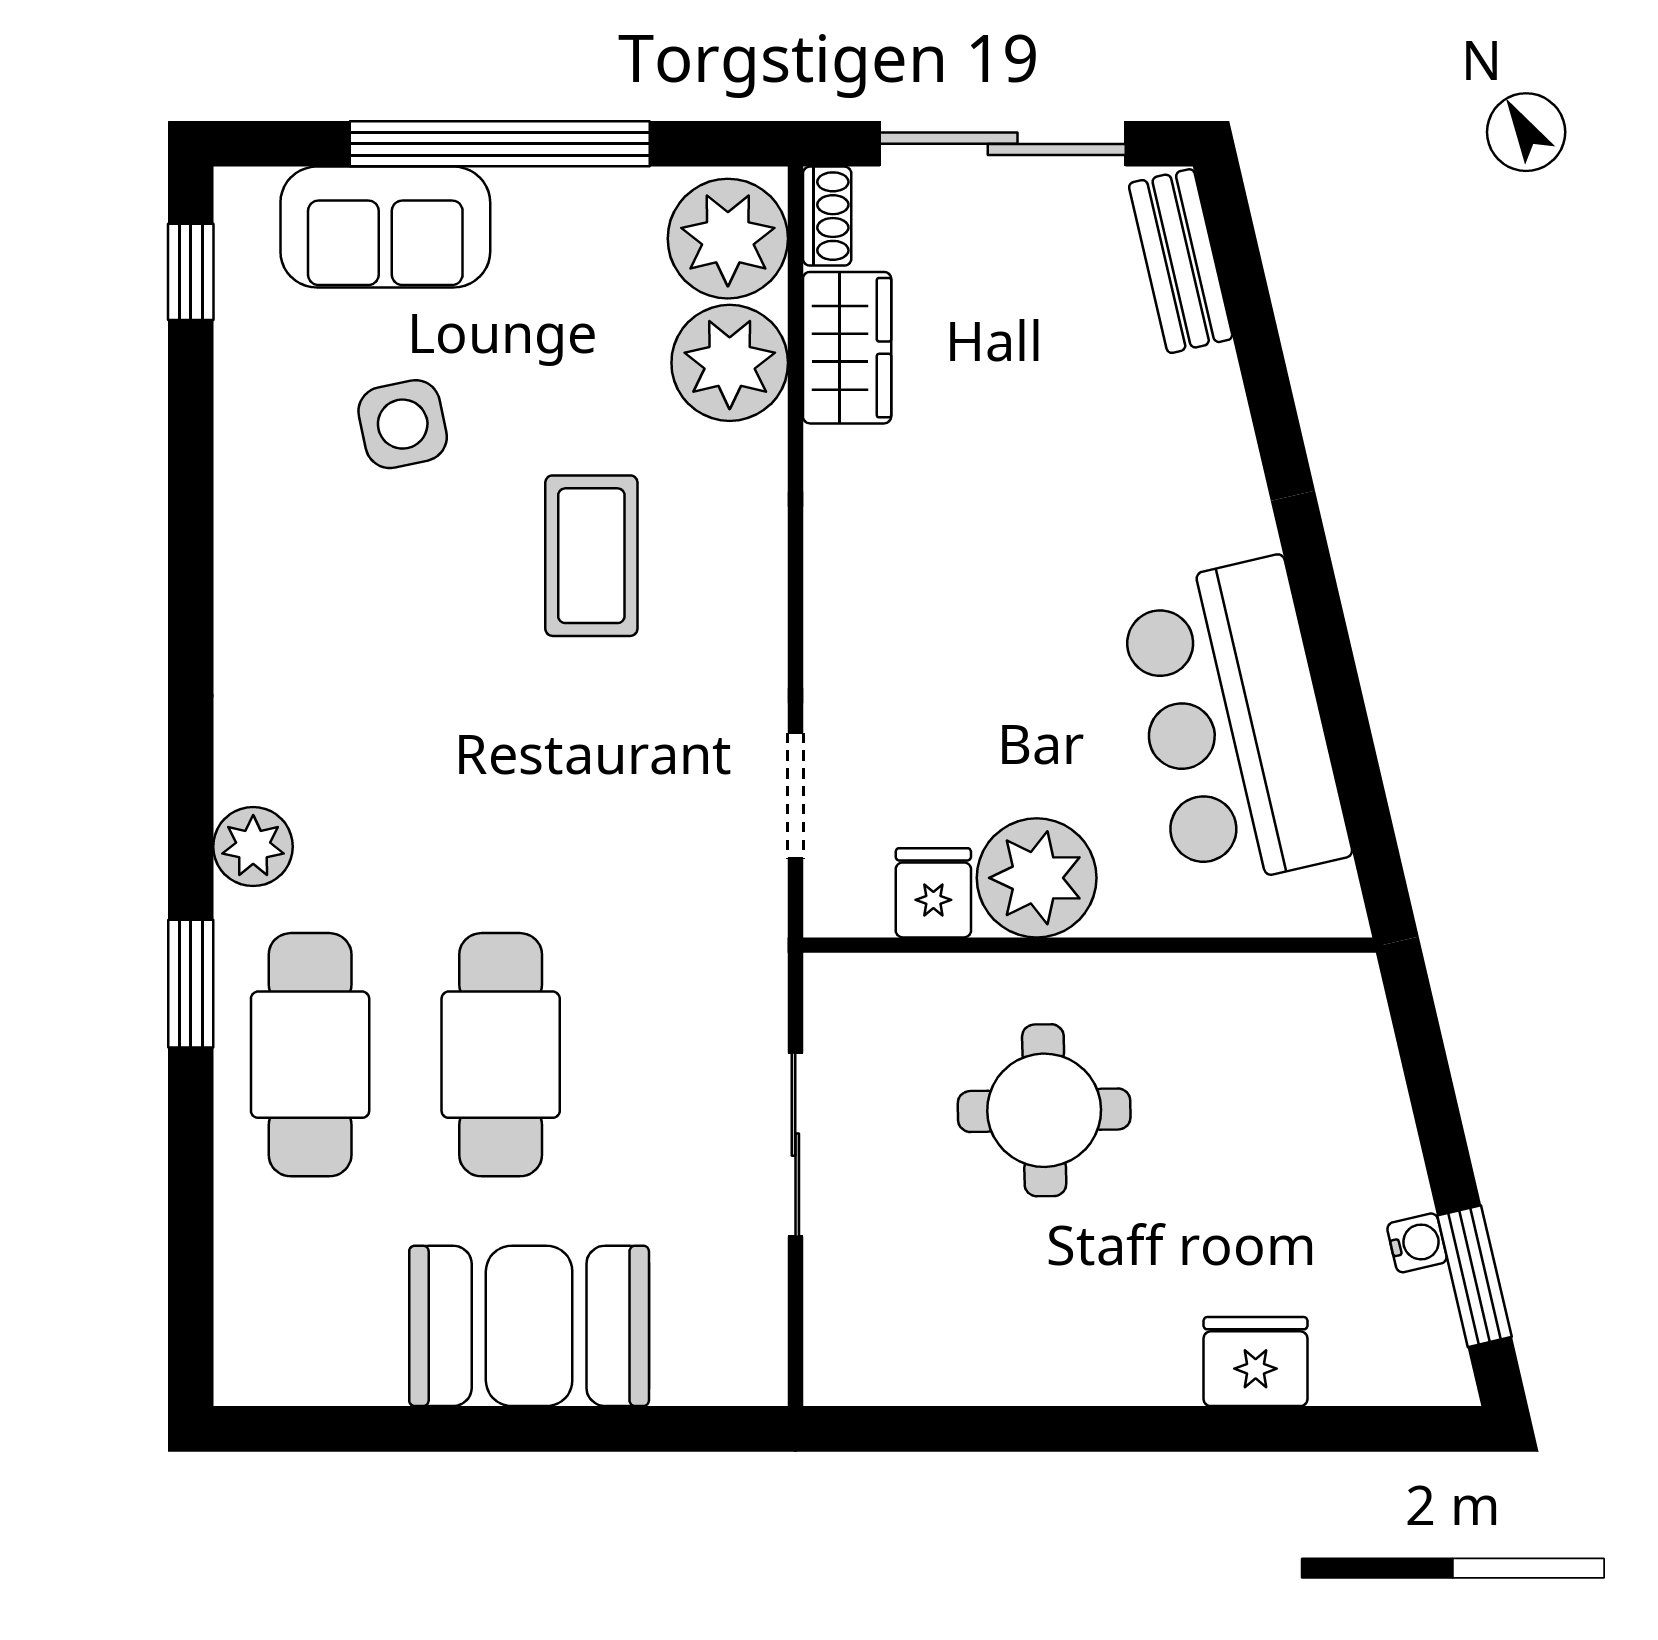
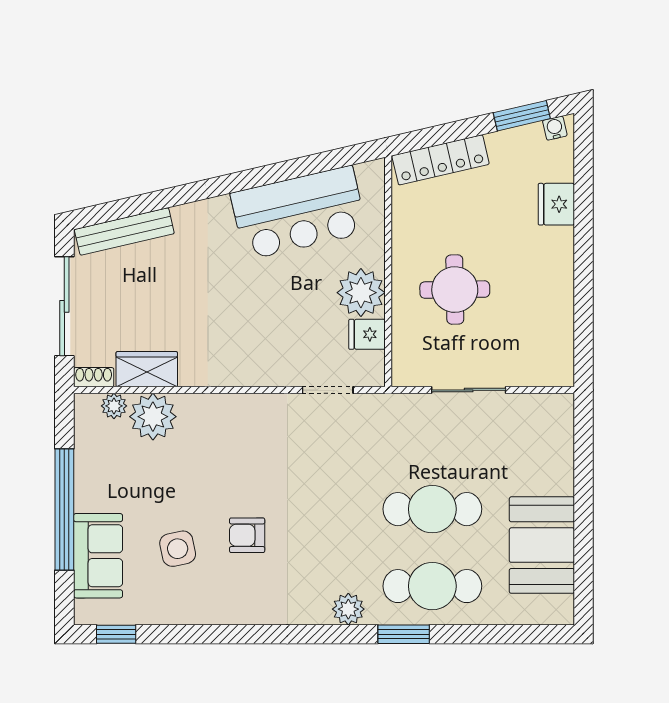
plant: (728, 239) -> (114, 406), width x0.53, depth x0.53
bench: (1181, 261) -> (124, 231), width x1.36
coffee table: (591, 556) -> (231, 472), removed
armchair: (436, 596) -> (247, 535), added
locker: (1365, 1075) -> (441, 160), added
water cooler: (1417, 1243) -> (555, 128), moved
booth: (529, 1326) -> (542, 545), moved

